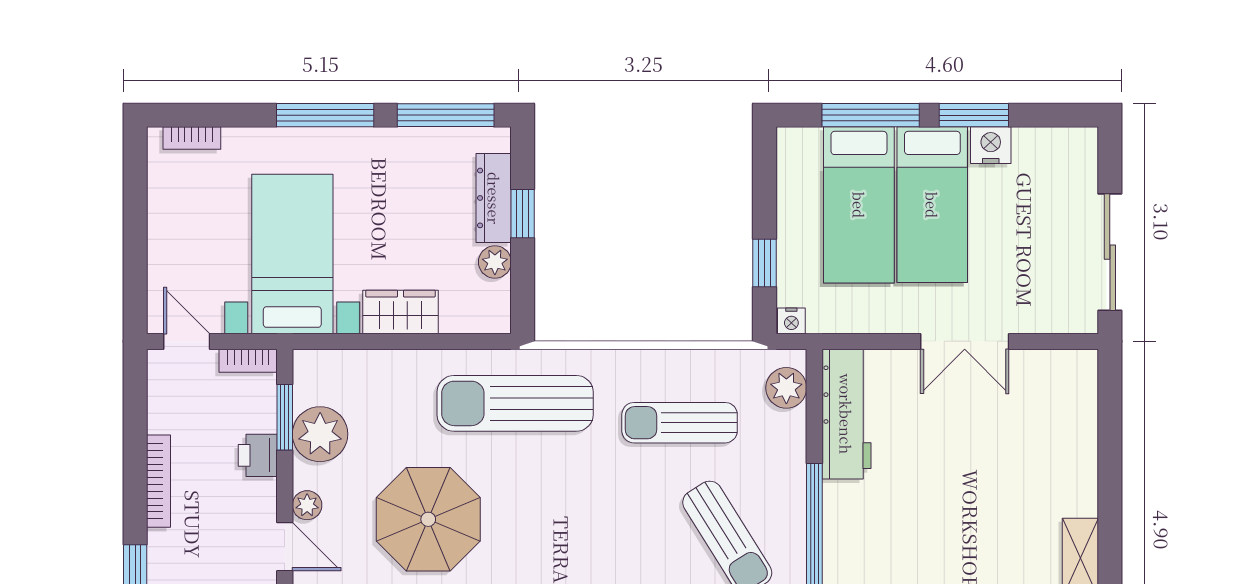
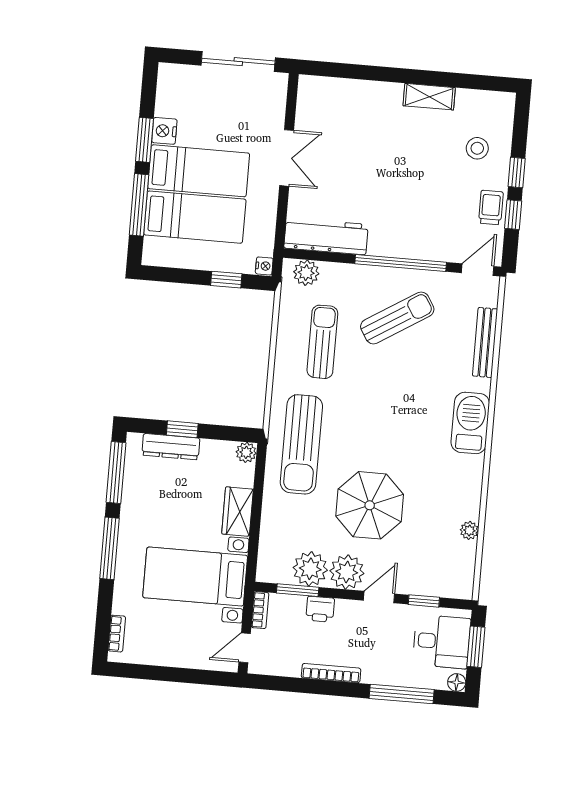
plant: (495, 262) -> (246, 452), moved
sun lounger: (680, 423) -> (322, 342), turned 180
plant: (307, 505) -> (347, 572), width x1.88, depth x1.88

